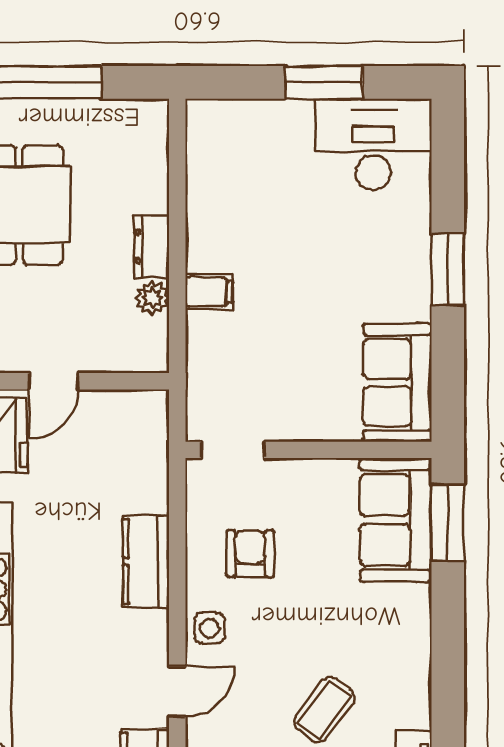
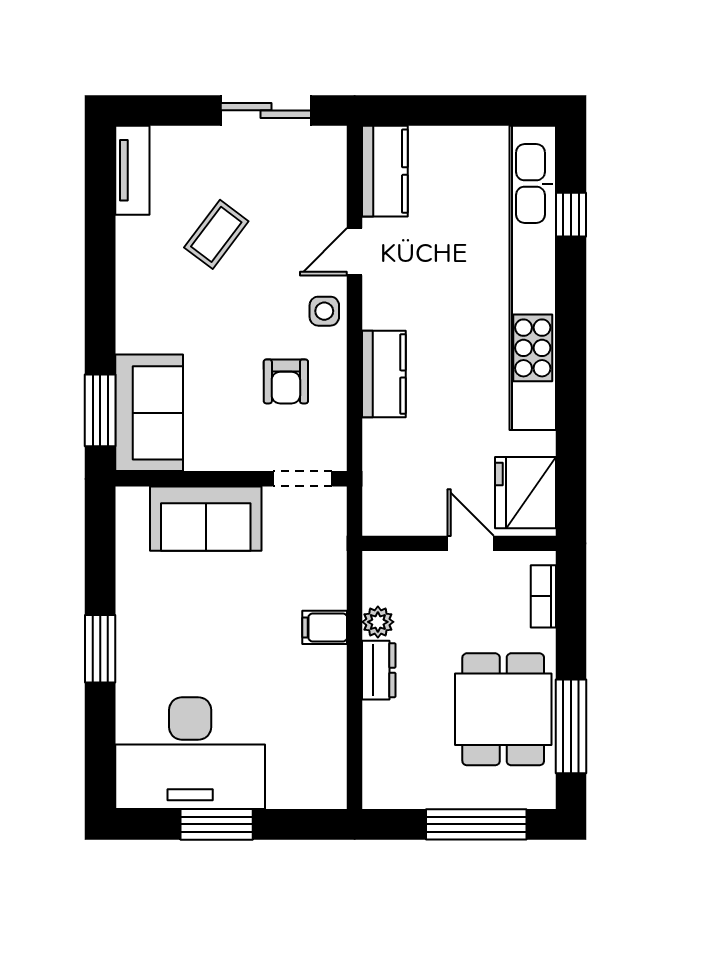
desk: (373, 144) -> (190, 753), width x1.36, depth x1.30
door: (54, 381) -> (471, 543), hinge flipped
sofa: (397, 383) -> (206, 519), moved, turned 90

